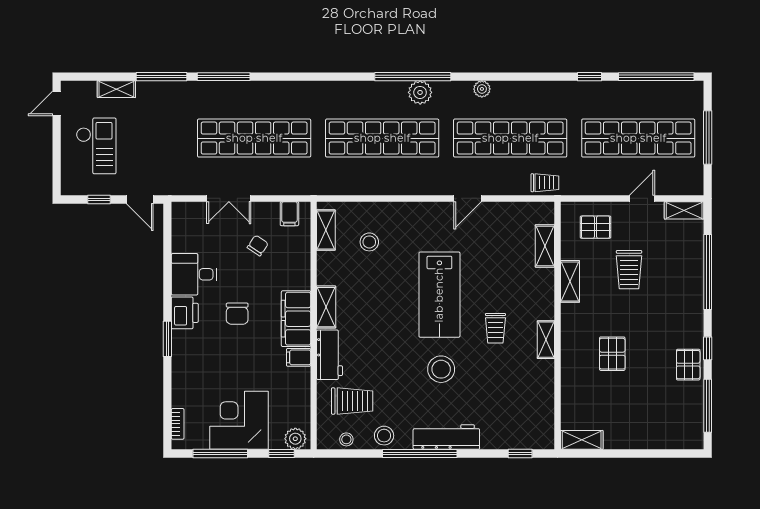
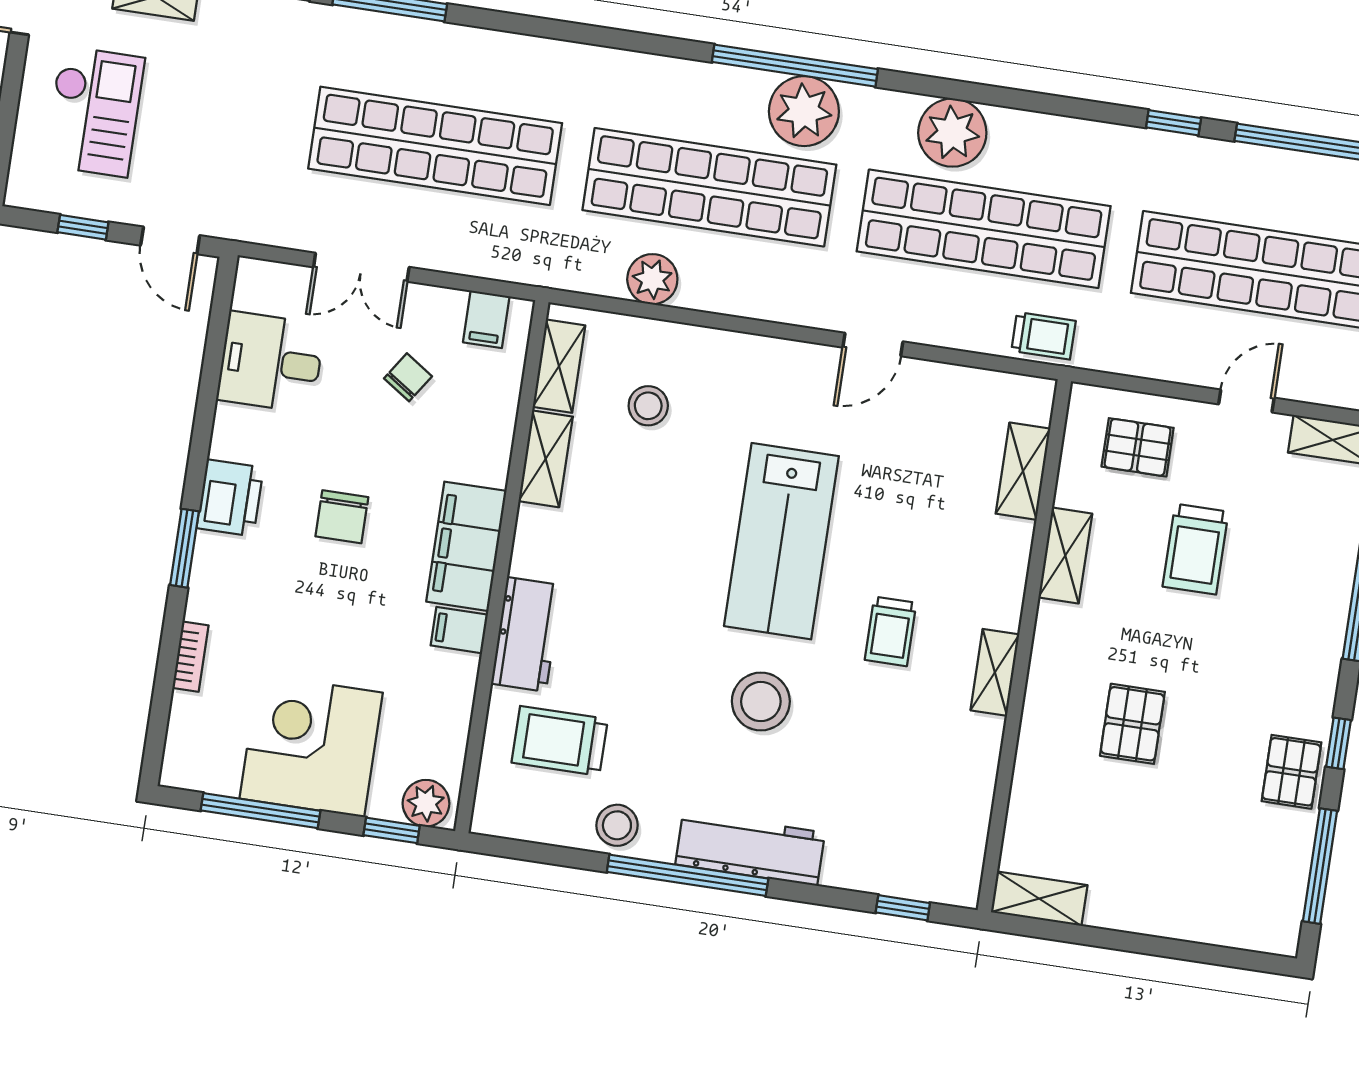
plant: (482, 89) -> (952, 133), width x1.87, depth x1.87
plant: (420, 92) -> (804, 111), width x1.36, depth x1.36
plant: (362, 184) -> (652, 279), added
desk: (194, 274) -> (271, 362), moved
shelving: (326, 307) -> (546, 459), moved
trolley: (352, 401) -> (560, 741), turned 180
bookcase: (178, 424) -> (190, 657), moved
stool: (346, 439) -> (535, 821), removed

